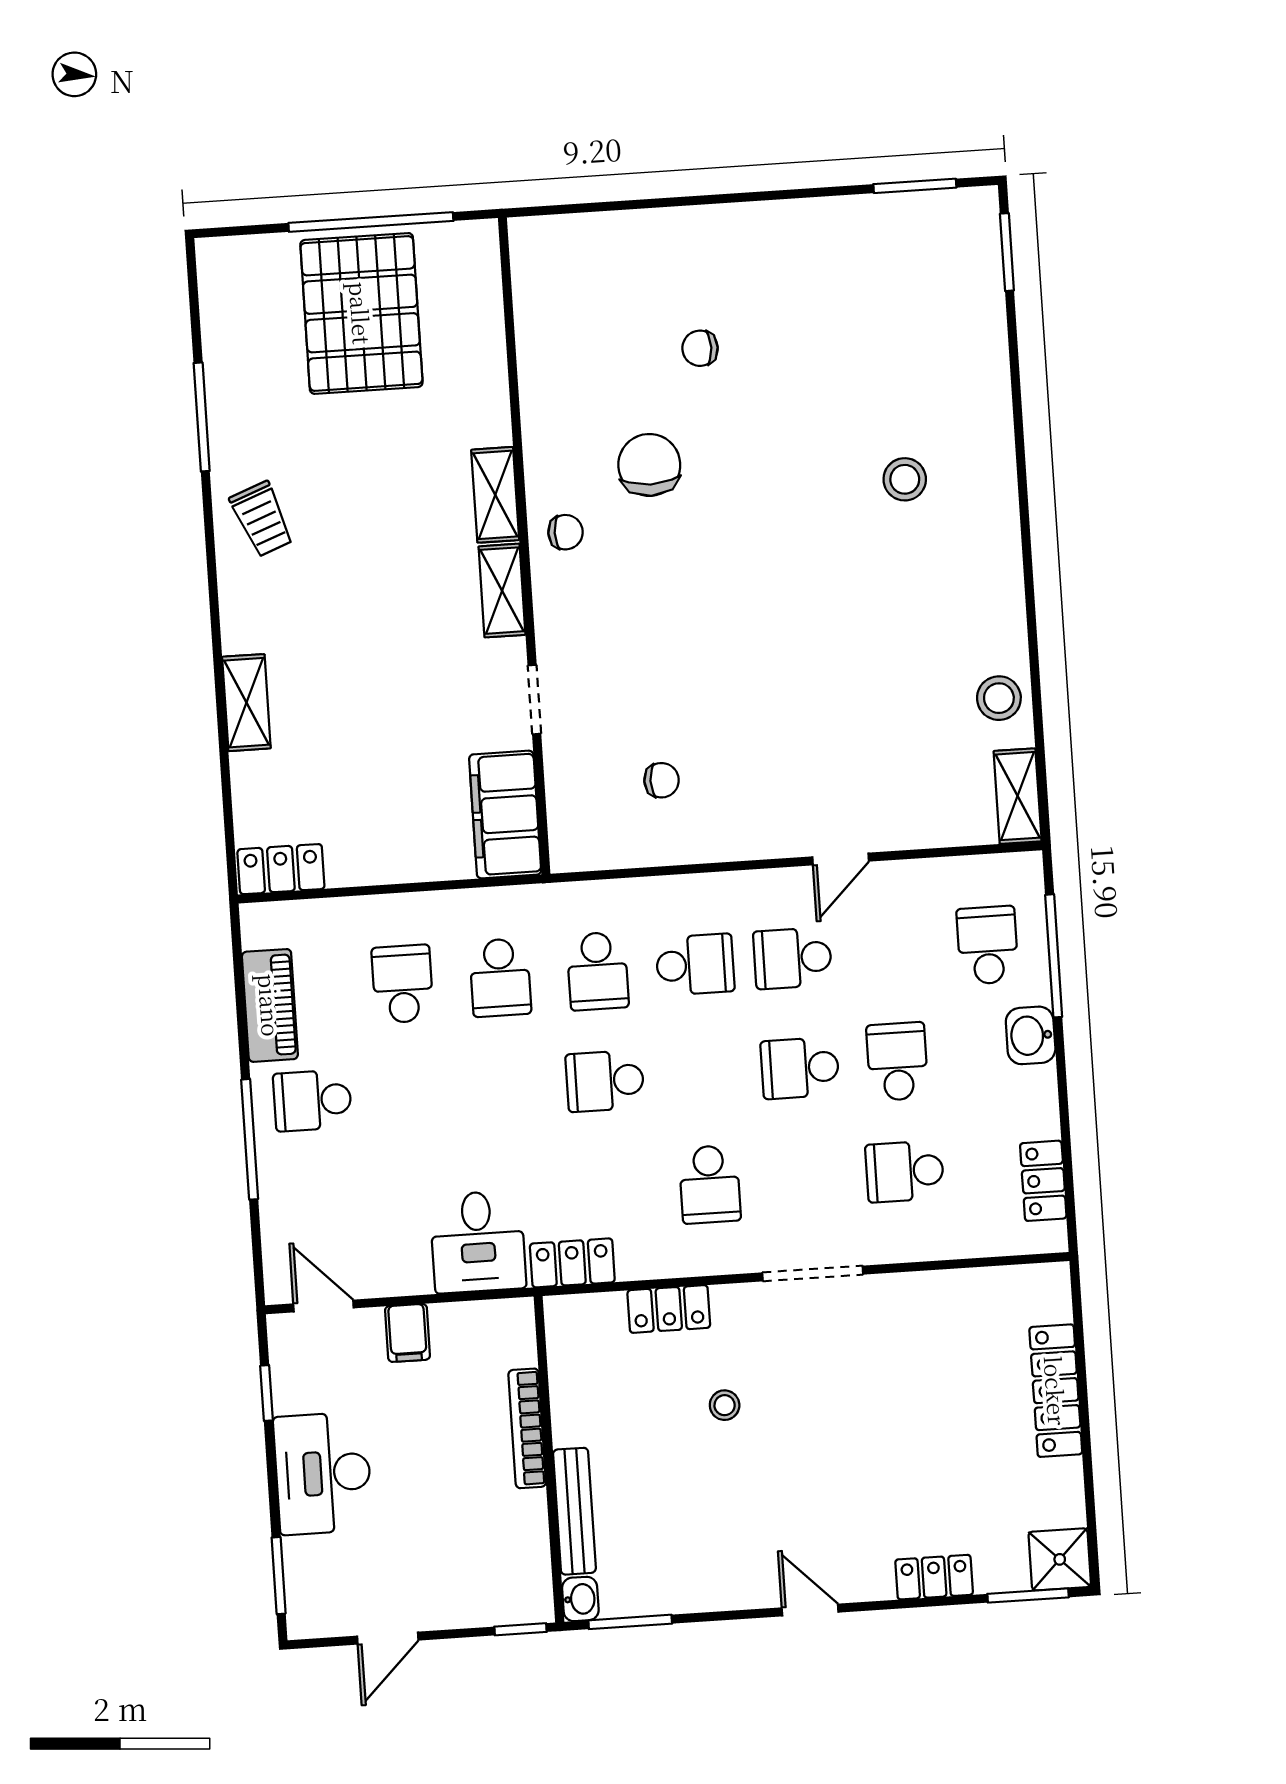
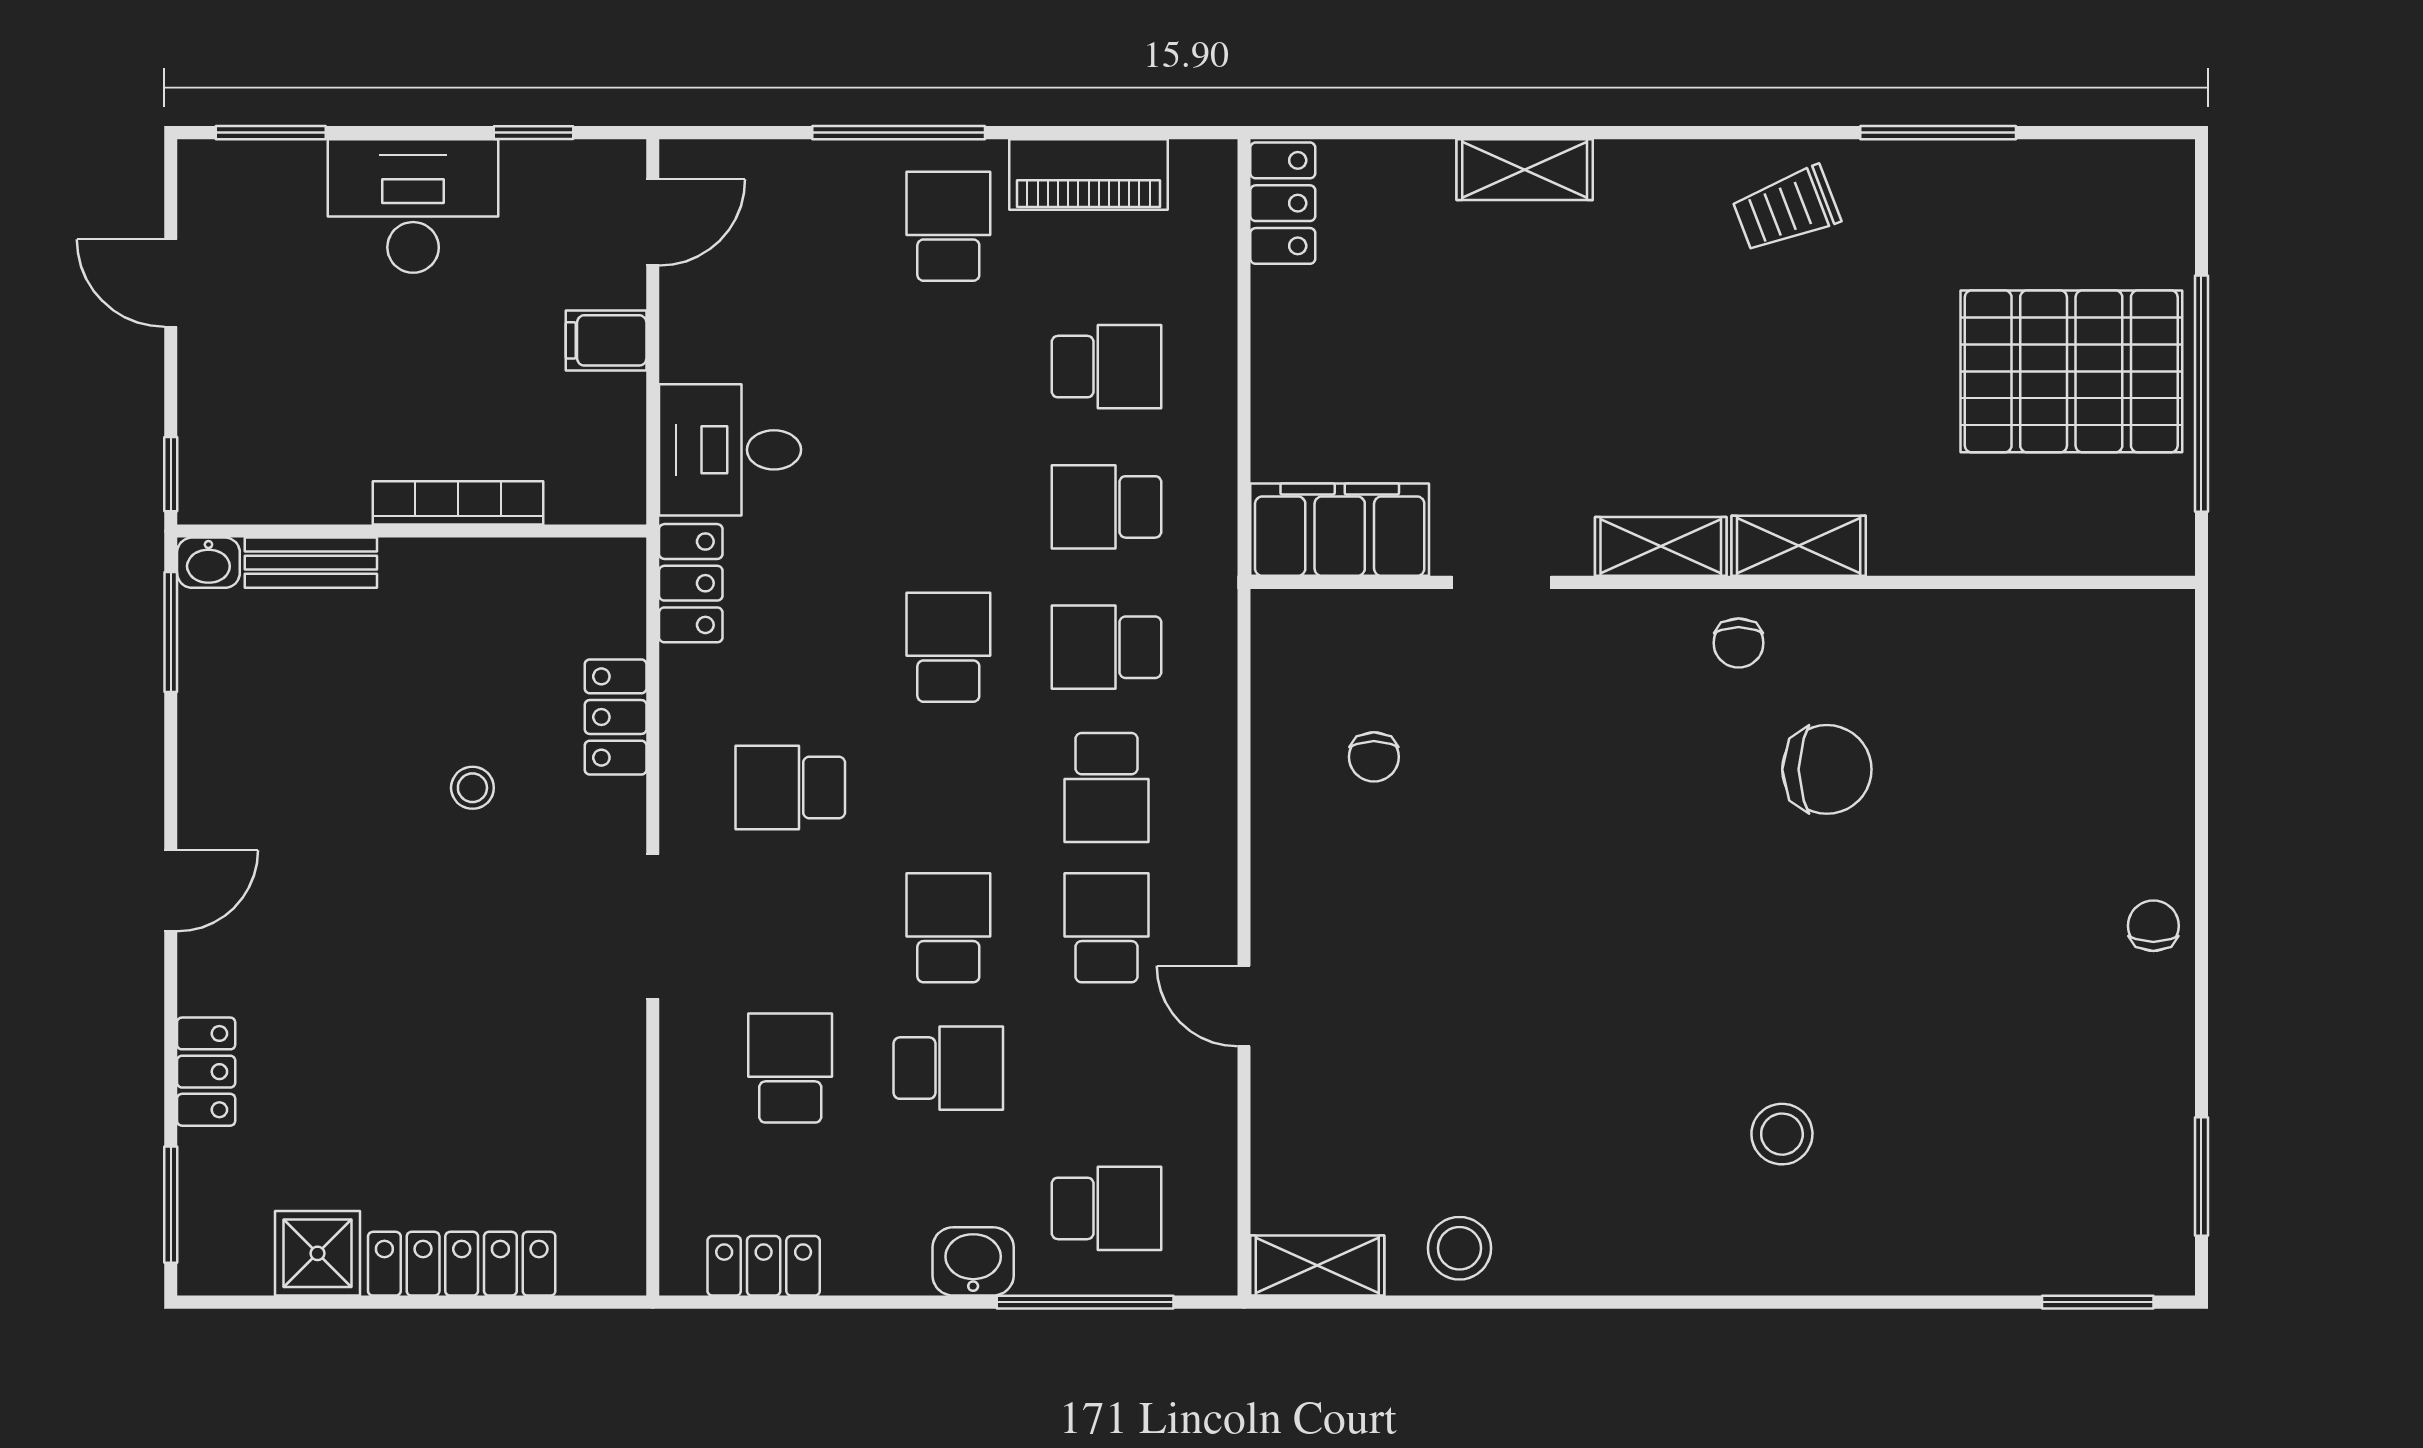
chair: (700, 348) -> (2153, 926), moved
bench: (574, 1511) -> (311, 563), width x0.73
shower: (1060, 1559) -> (318, 1253), moved

